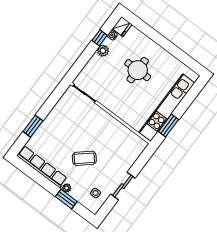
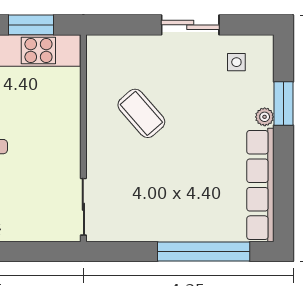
window: (33, 126) -> (204, 252), width x2.11
coffee table: (84, 158) -> (141, 113), moved

